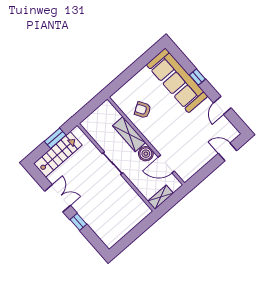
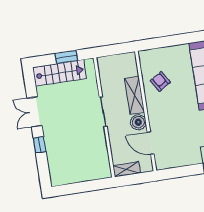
double door: (58, 198) -> (34, 112), swing flipped

